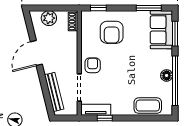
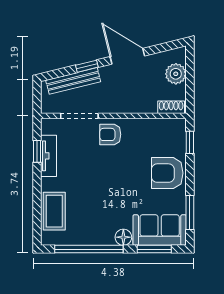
armchair: (112, 32) -> (167, 173), moved
armchair: (93, 65) -> (110, 134), turned 180
floor lamp: (167, 75) -> (123, 237), moved
window: (43, 82) -> (87, 66), added
tv unit: (96, 110) -> (49, 156), moved

